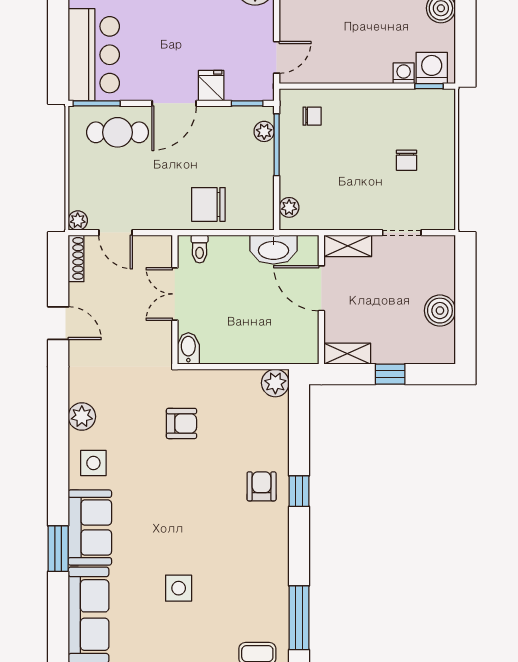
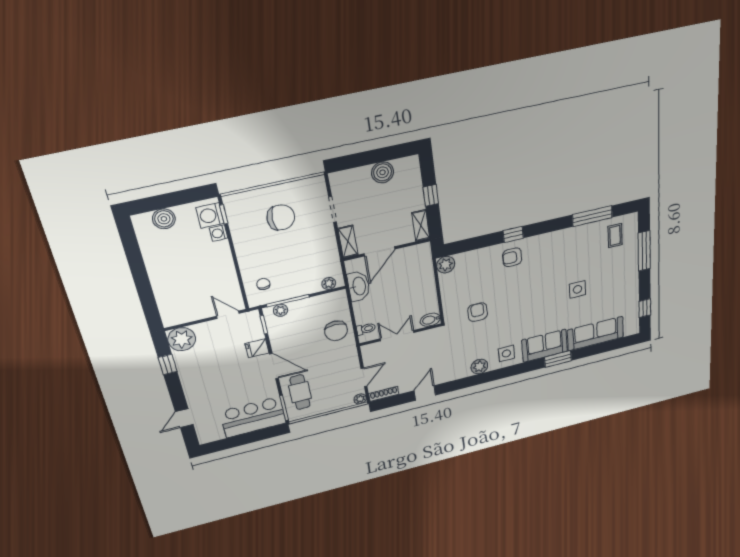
chair: (406, 160) -> (281, 217), width x1.87, depth x1.87
double door: (175, 294) -> (397, 336), swing flipped

